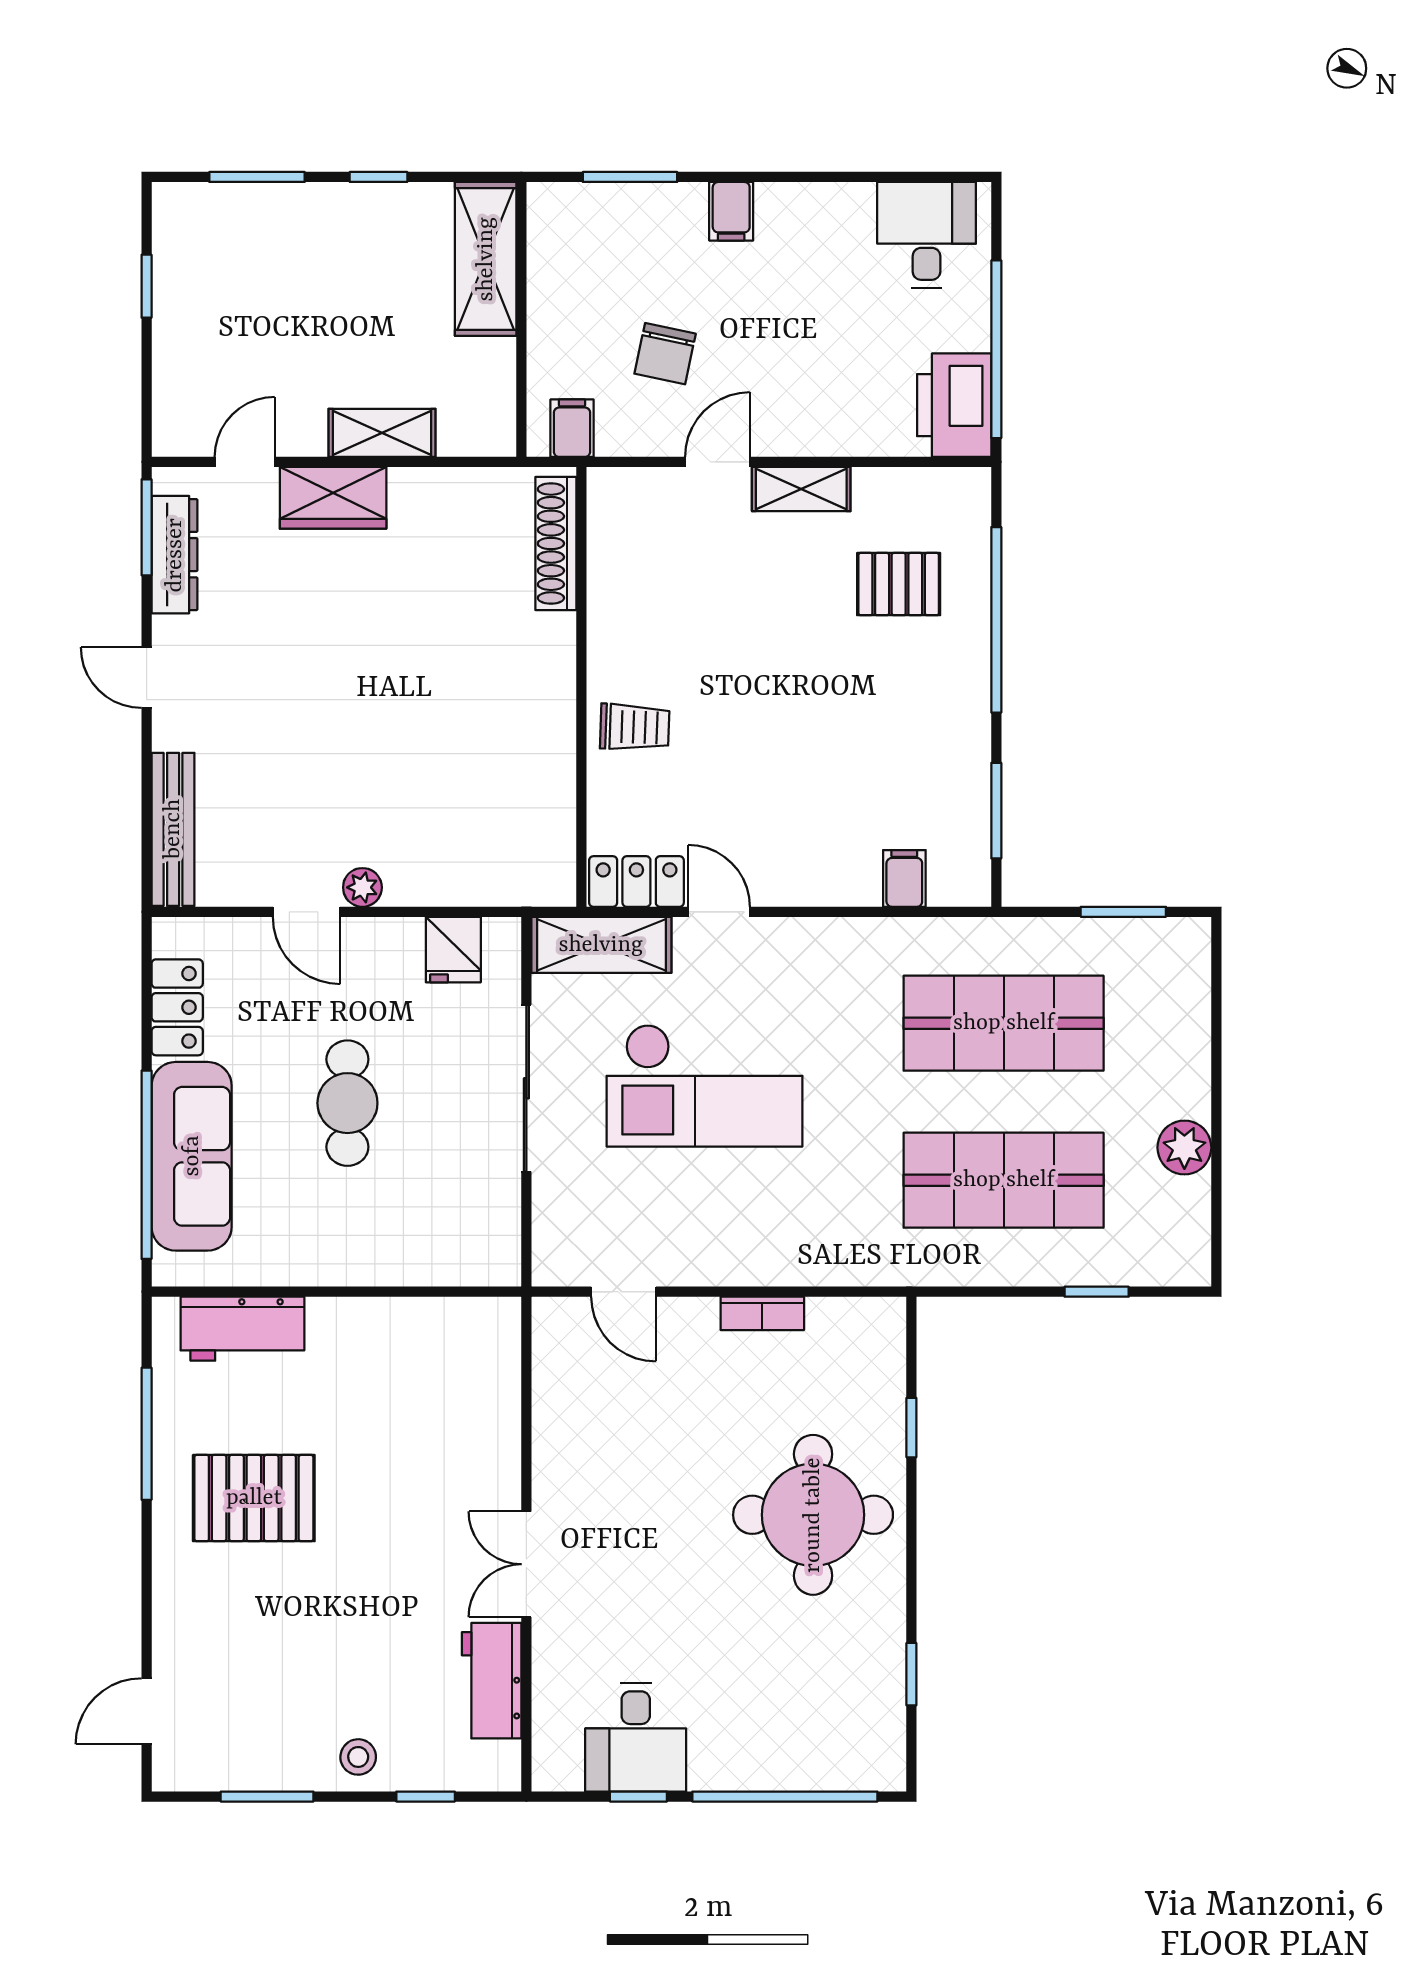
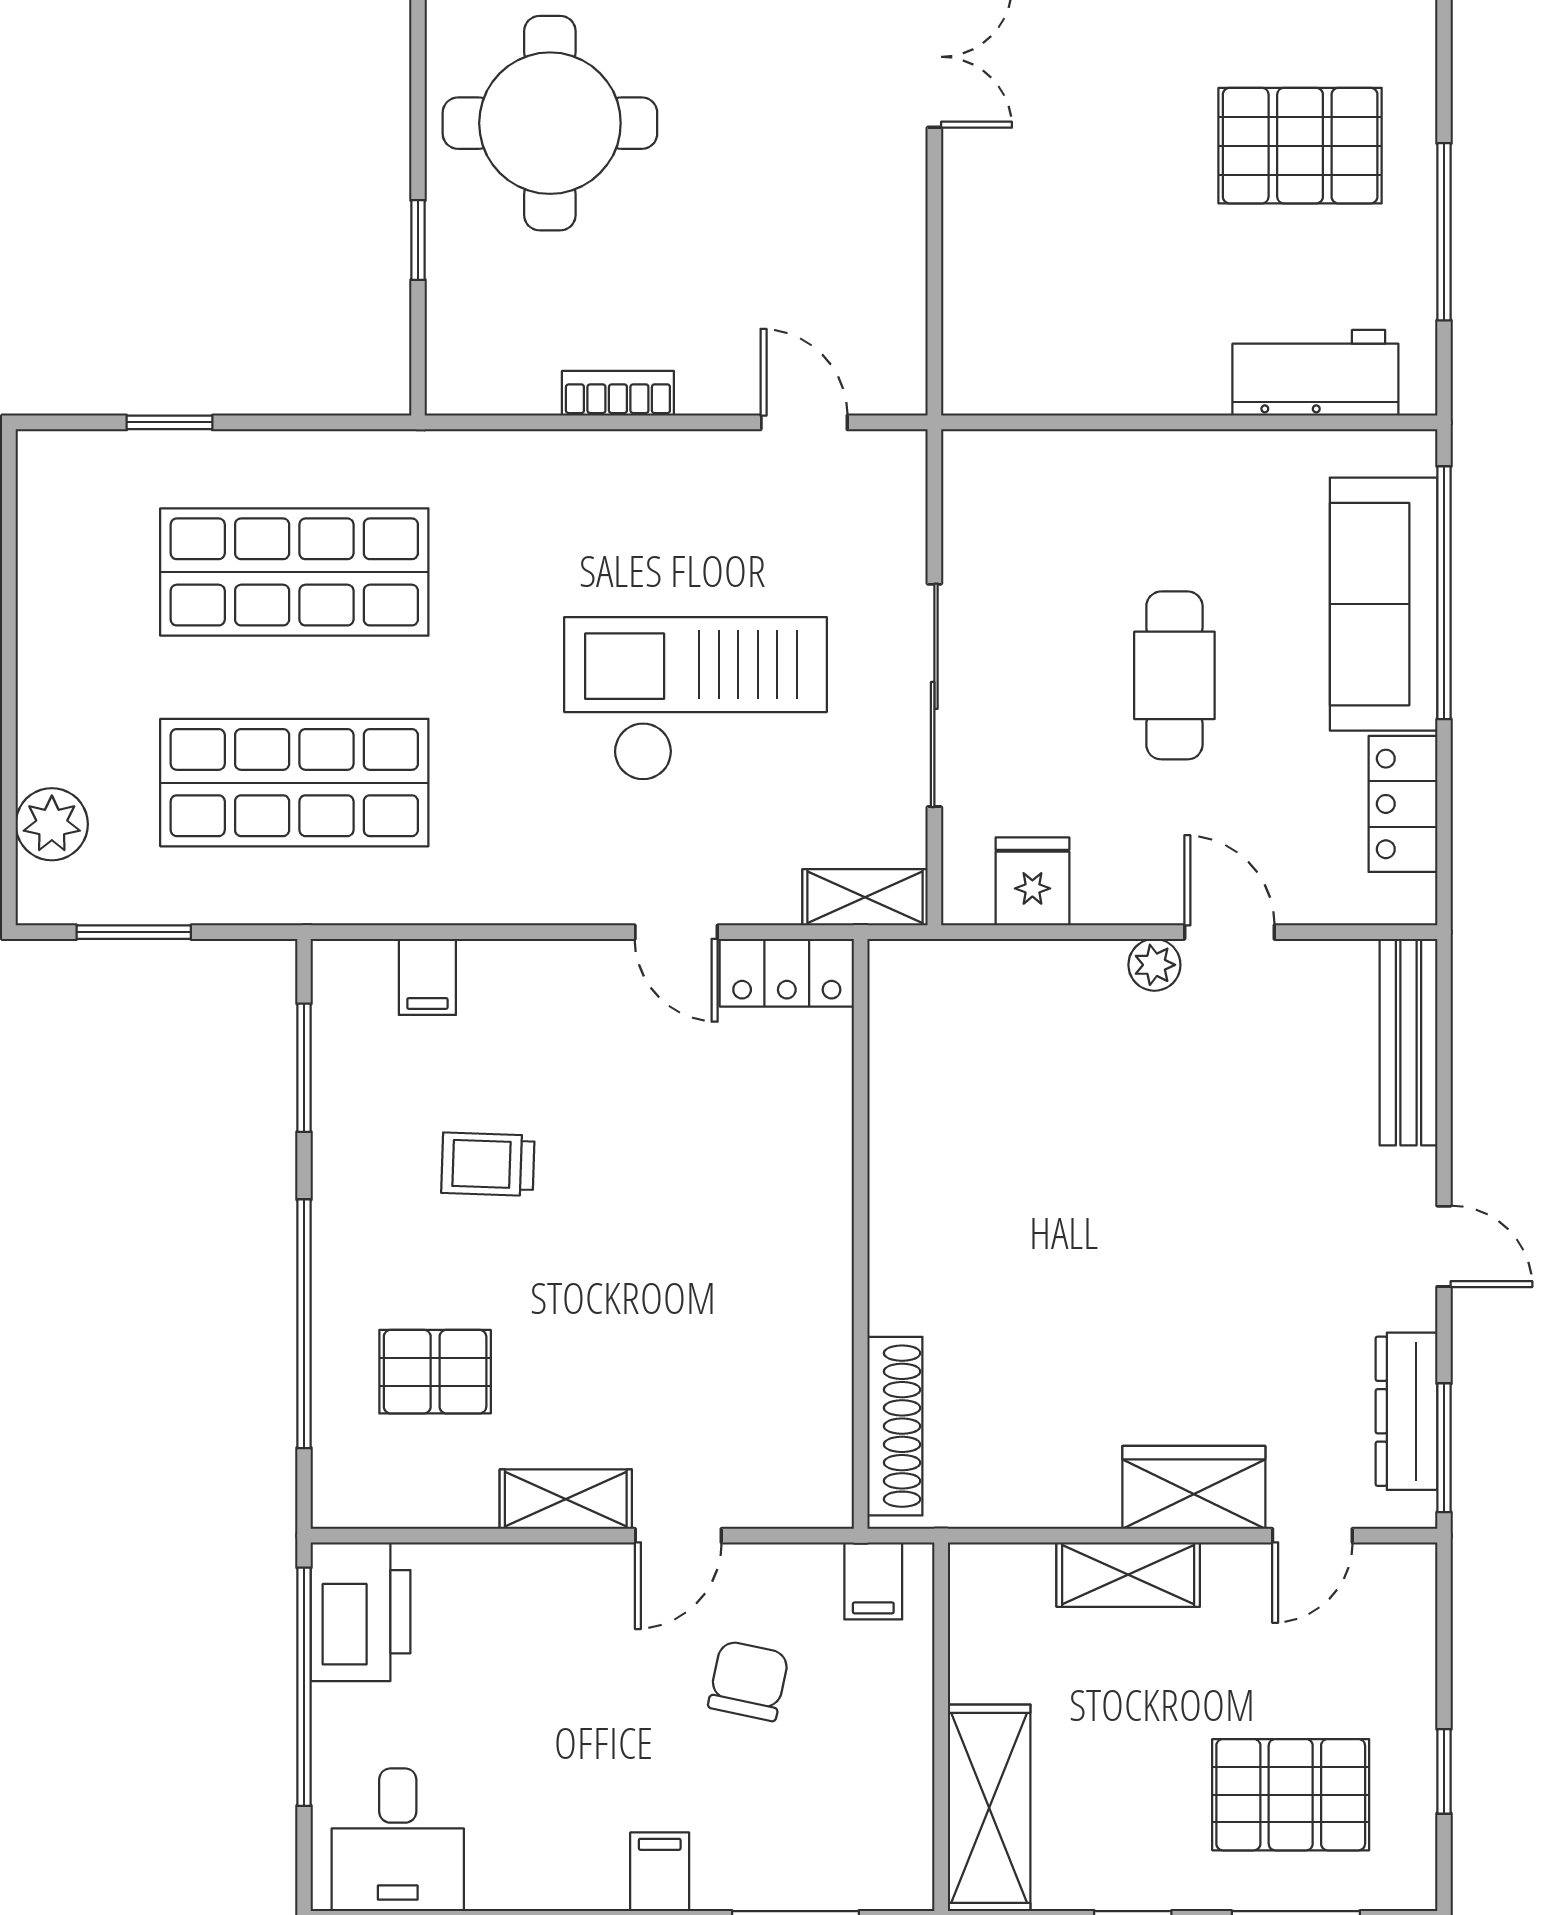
pallet: (261, 269) -> (1291, 1795), added
trolley: (635, 727) -> (488, 1164), moved
shelving: (601, 945) -> (865, 897), width x0.67, depth x0.75
plant: (1184, 1148) -> (52, 824), moved

